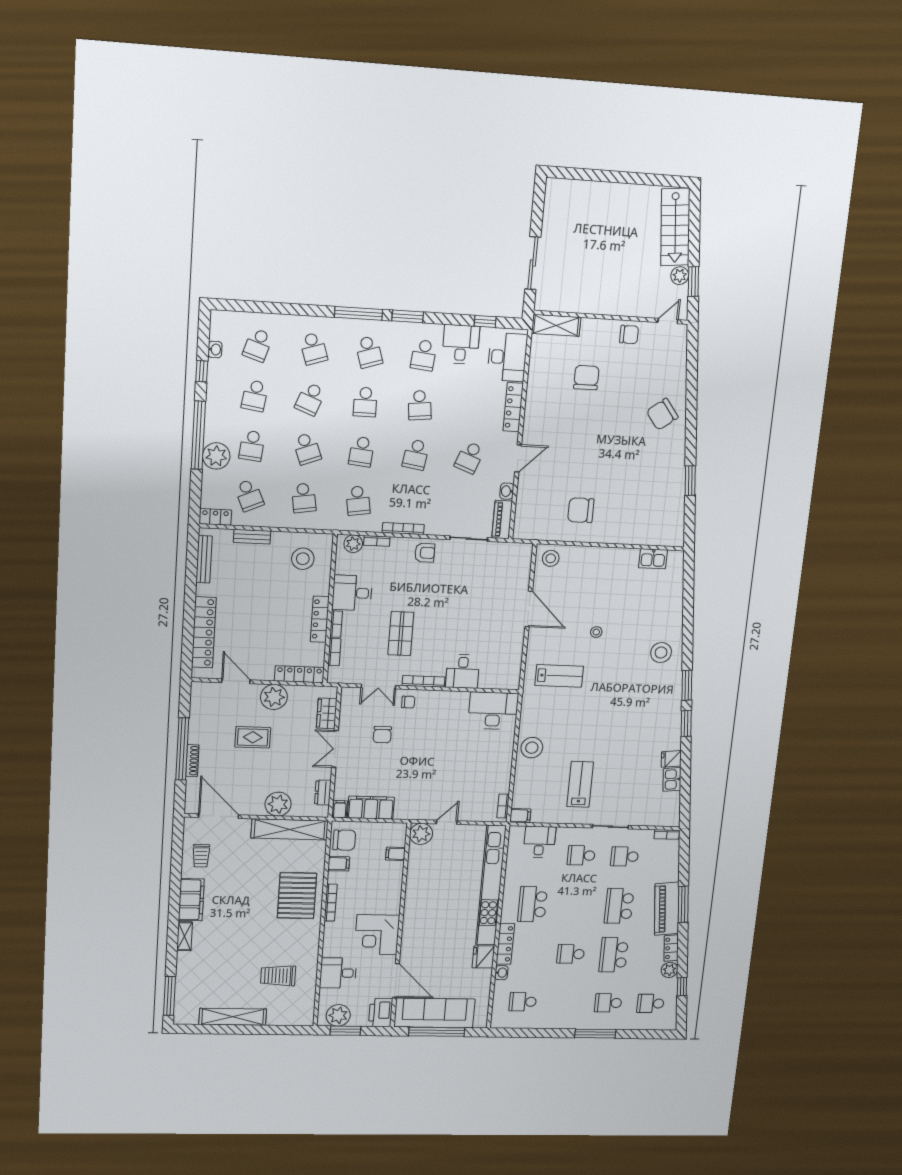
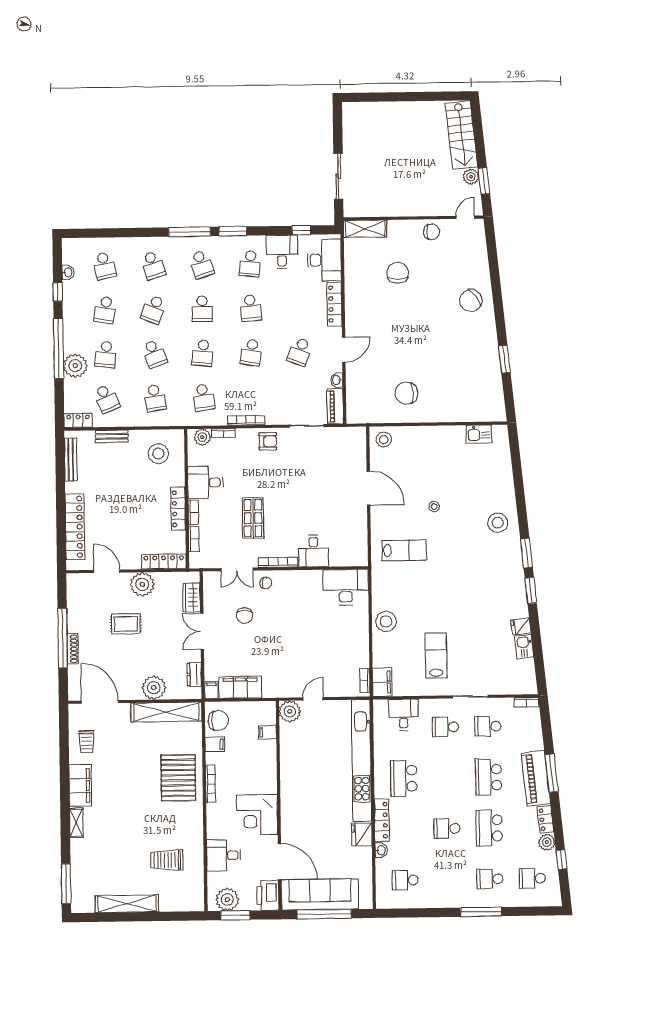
school desk: (258, 345) -> (104, 266), turned -30
filing cabinet: (520, 816) -> (382, 682), width x2.00

